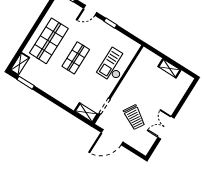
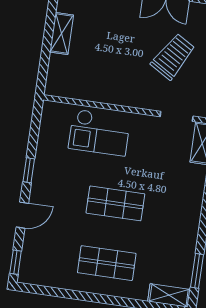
door: (90, 10) -> (22, 215), hinge flipped
shop shelf: (49, 41) -> (107, 263), width x0.70, depth x0.74

